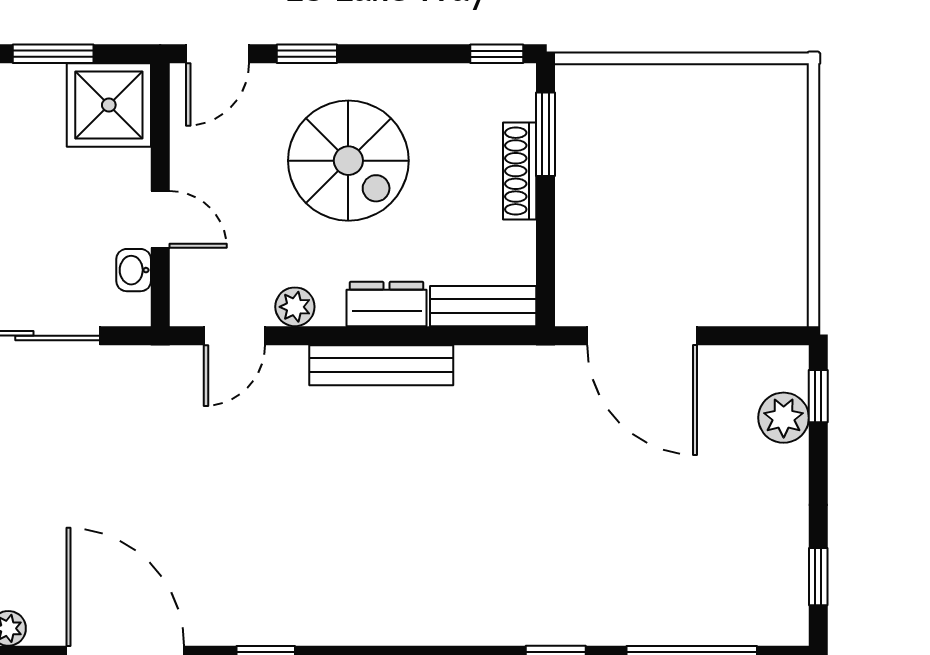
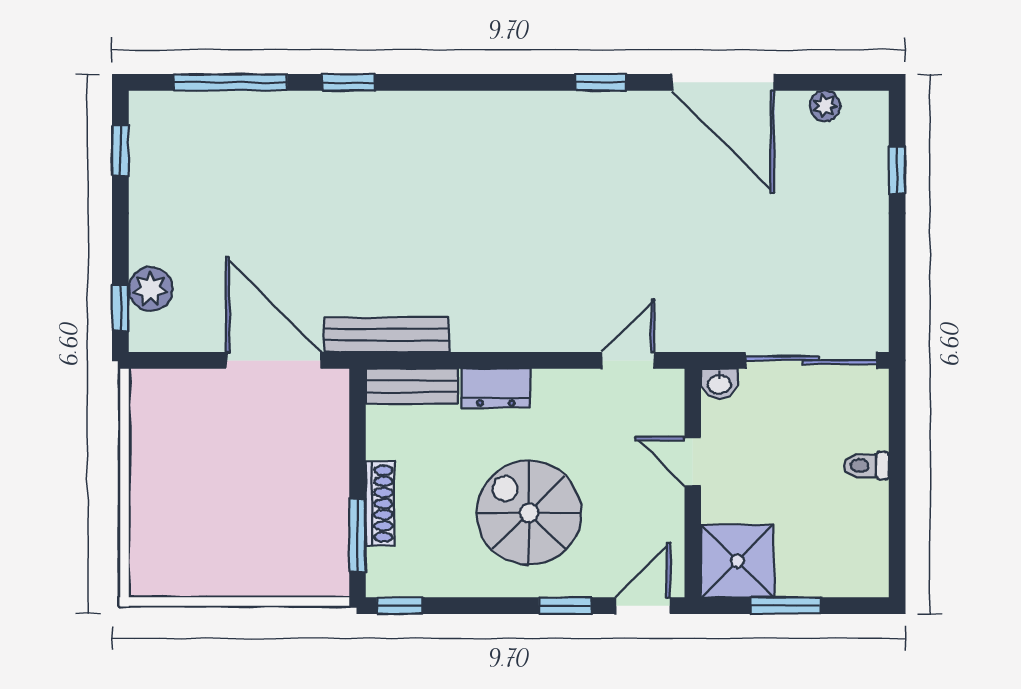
washbasin: (134, 270) -> (719, 384), moved, turned 90
plant: (295, 307) -> (575, 386), removed
bench: (381, 365) -> (386, 335), moved

